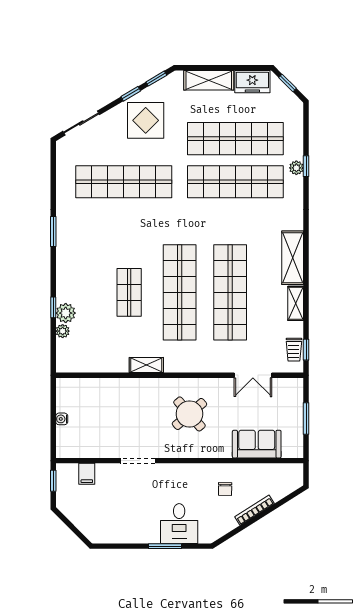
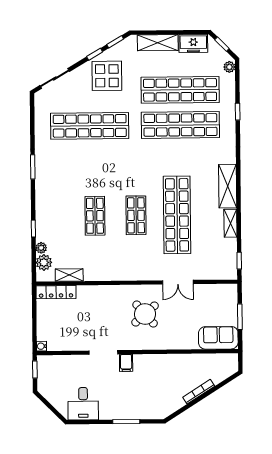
plant: (296, 168) -> (229, 67), moved
shop shelf: (180, 292) -> (136, 215), width x0.50, depth x0.74
plant: (66, 313) -> (44, 262), moved
trolley: (294, 350) -> (229, 261), removed
shelving: (146, 365) -> (69, 275), moved
double door: (253, 375) -> (178, 282), moved
locker: (80, 386) -> (56, 292), added
water cooler: (62, 419) -> (42, 346), moved
sofa: (257, 444) -> (218, 338), moved
filing cabinet: (87, 474) -> (126, 363), moved
chair: (225, 489) -> (175, 375), removed
desk: (179, 523) -> (83, 404), moved

